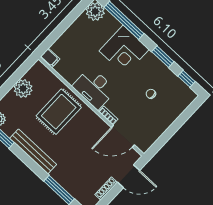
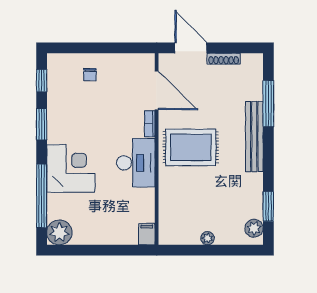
plant: (23, 89) -> (208, 238), width x0.53, depth x0.53
chair: (151, 94) -> (90, 75), moved
rug: (59, 112) -> (191, 147), moved
bench: (33, 151) -> (254, 137), moved

